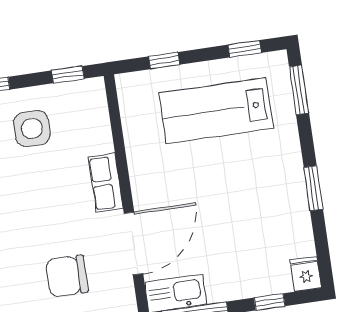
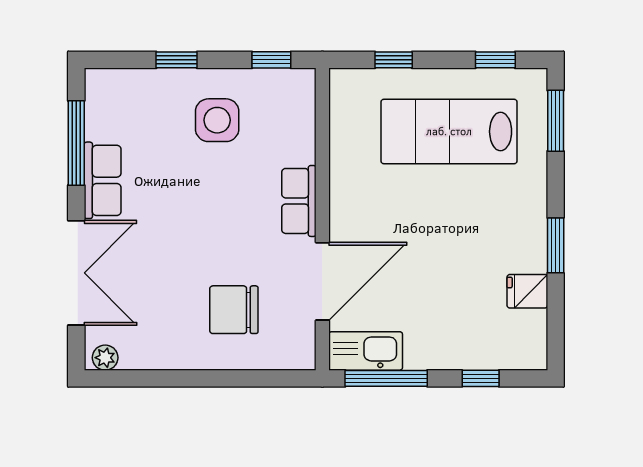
fridge: (306, 274) -> (527, 291), moved, turned -90

